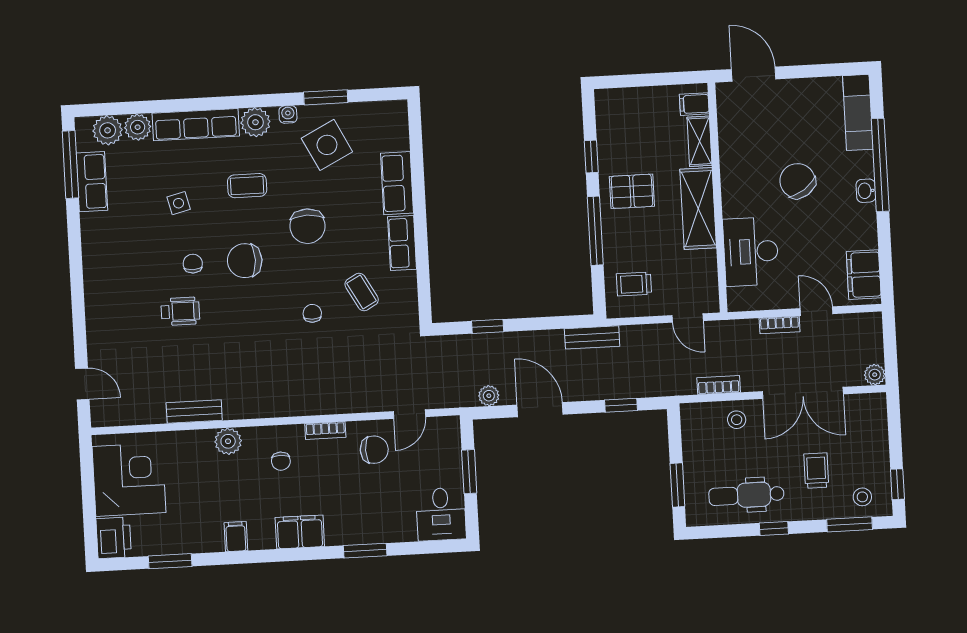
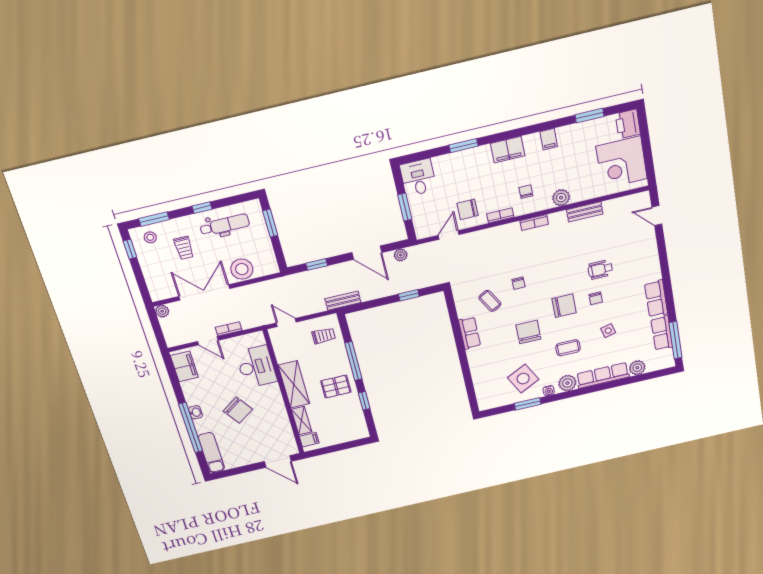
plant: (108, 130) -> (655, 363), removed
row of seats: (397, 183) -> (656, 299), moved, turned 180
bookcase: (719, 385) -> (534, 222), moved
stool: (737, 420) -> (242, 269), width x1.89, depth x1.89

